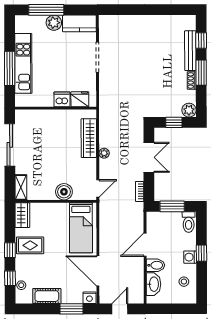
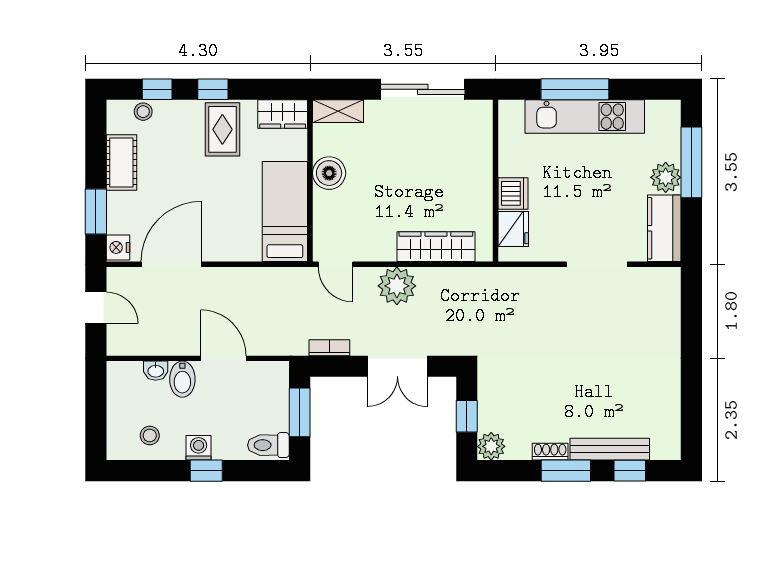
plant: (104, 153) -> (397, 286), width x1.88, depth x1.88
boiler: (64, 192) -> (329, 173), moved
bed: (81, 228) -> (285, 212), moved, turned 90
washbasin: (153, 284) -> (156, 371), width x0.52, depth x0.69

